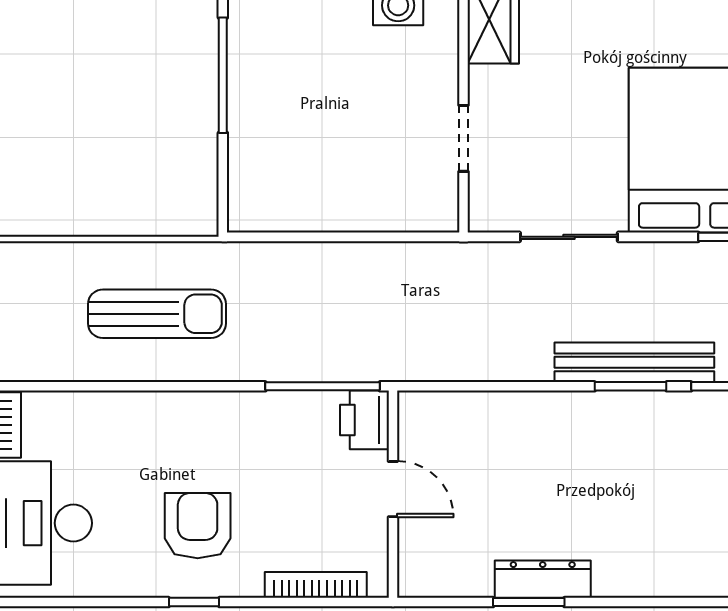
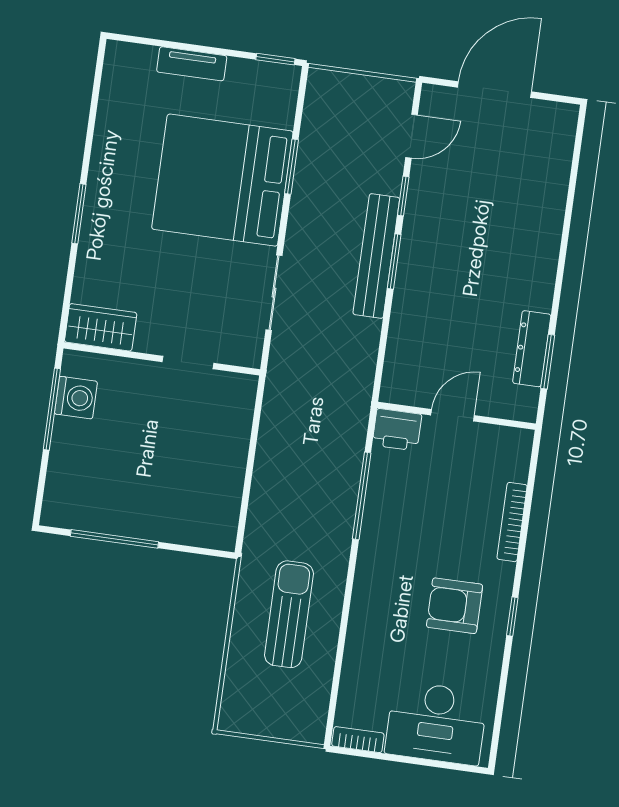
printer: (364, 420) -> (397, 430), moved
door: (393, 489) -> (453, 415), moved
wall: (393, 494) -> (456, 416), moved

